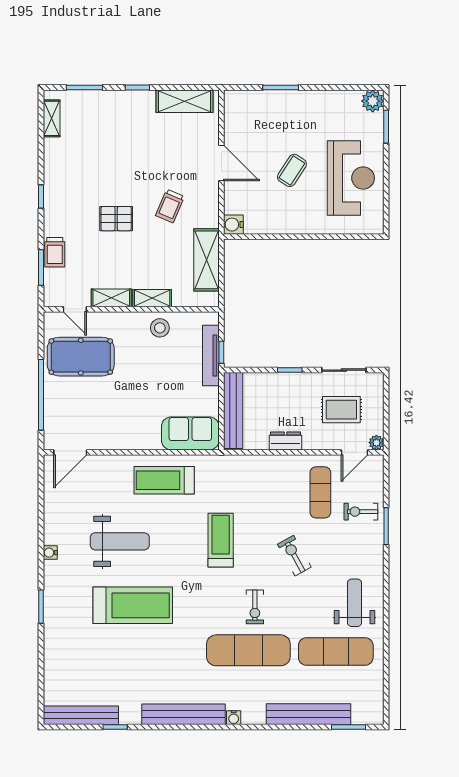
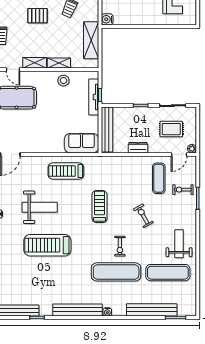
treadmill: (133, 605) -> (47, 245), turned 180

